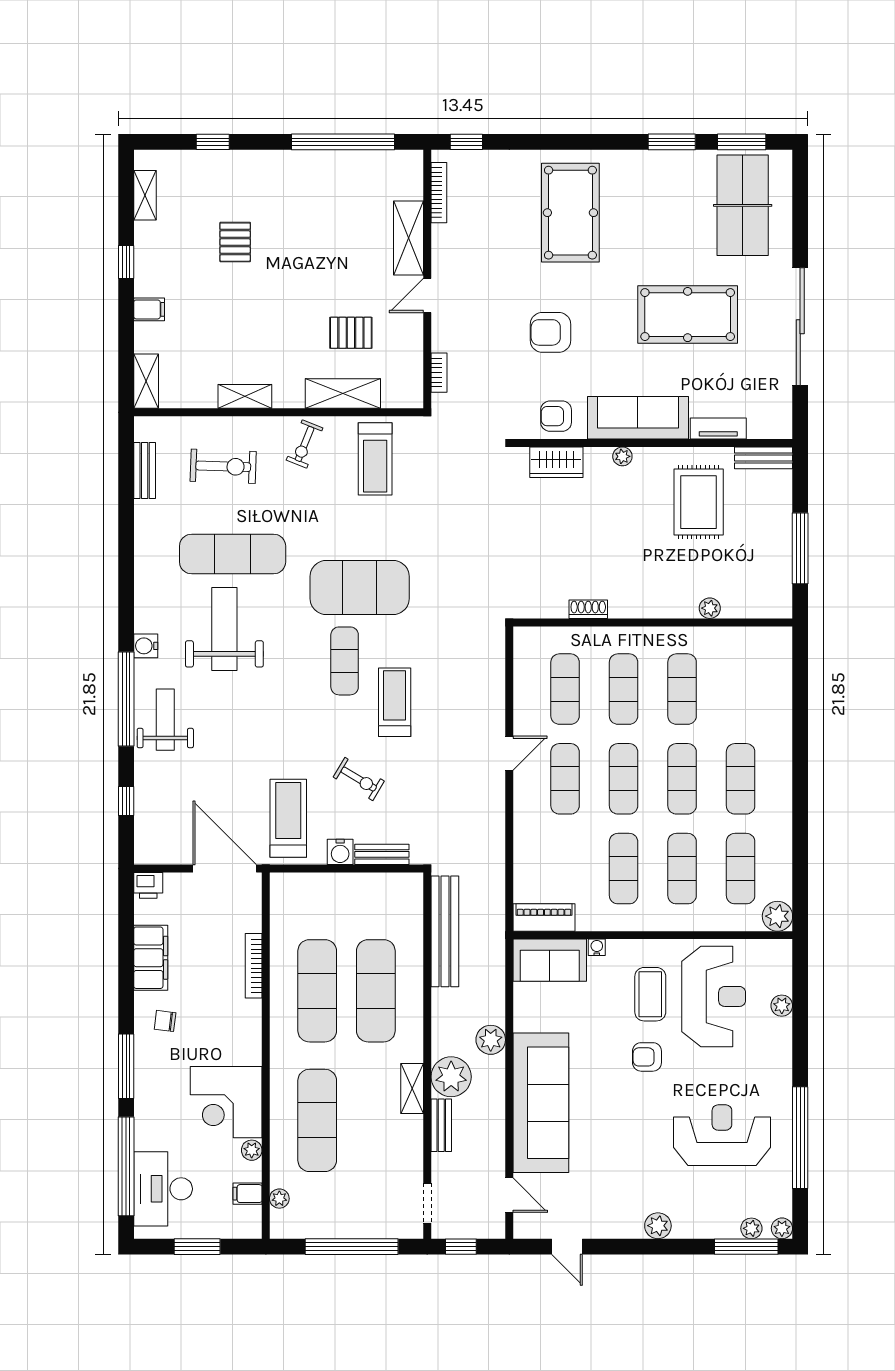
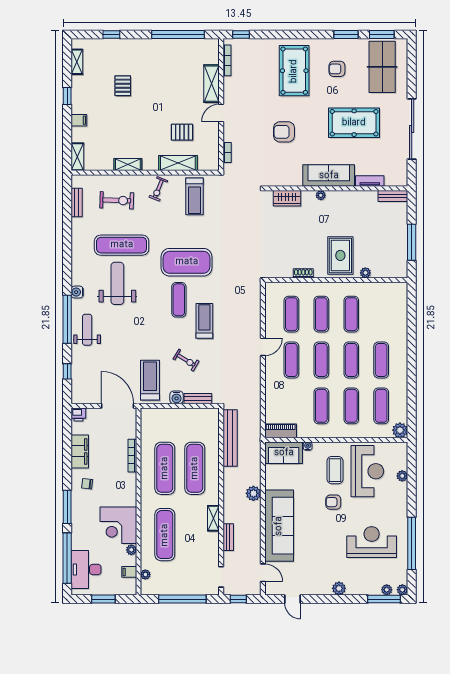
armchair: (556, 416) -> (337, 69), moved
rug: (699, 502) -> (340, 255), moved
plant: (451, 1077) -> (233, 512), removed

